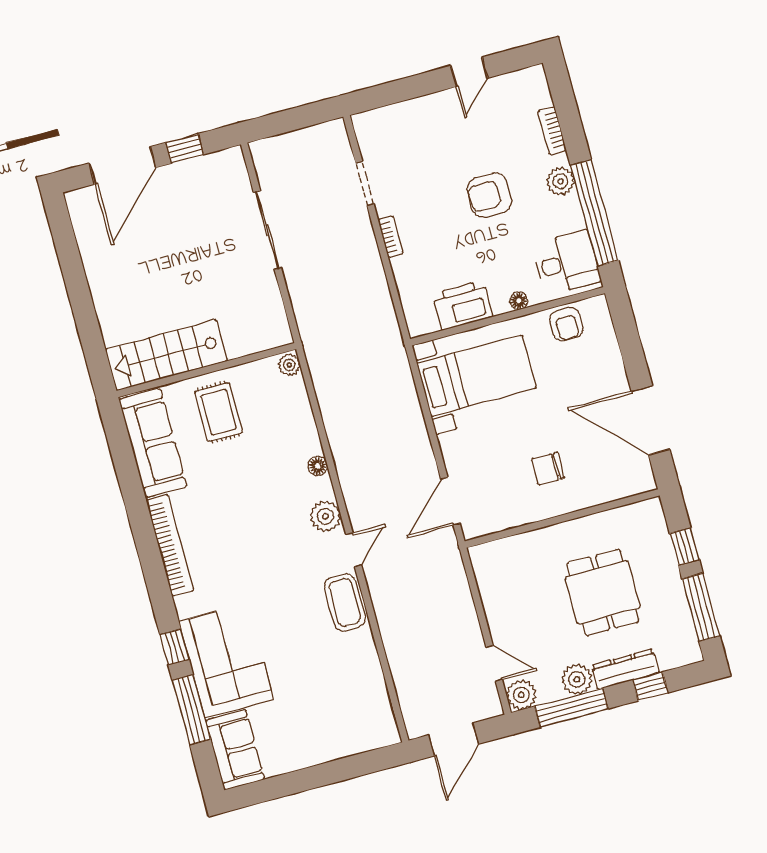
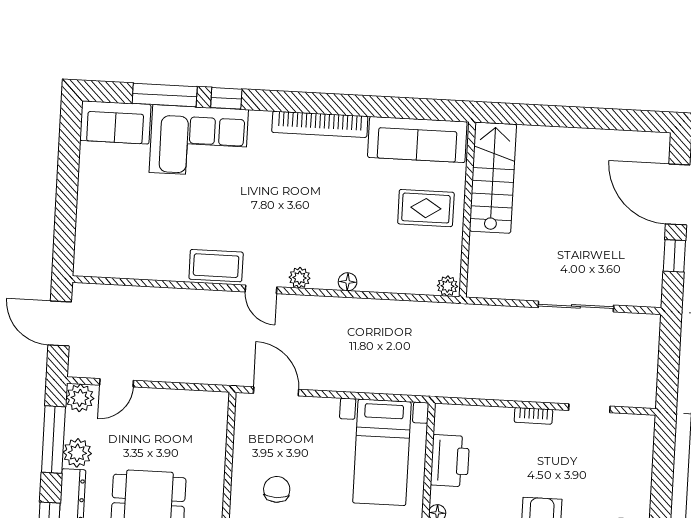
plant: (325, 516) -> (300, 278), width x0.73, depth x0.73

